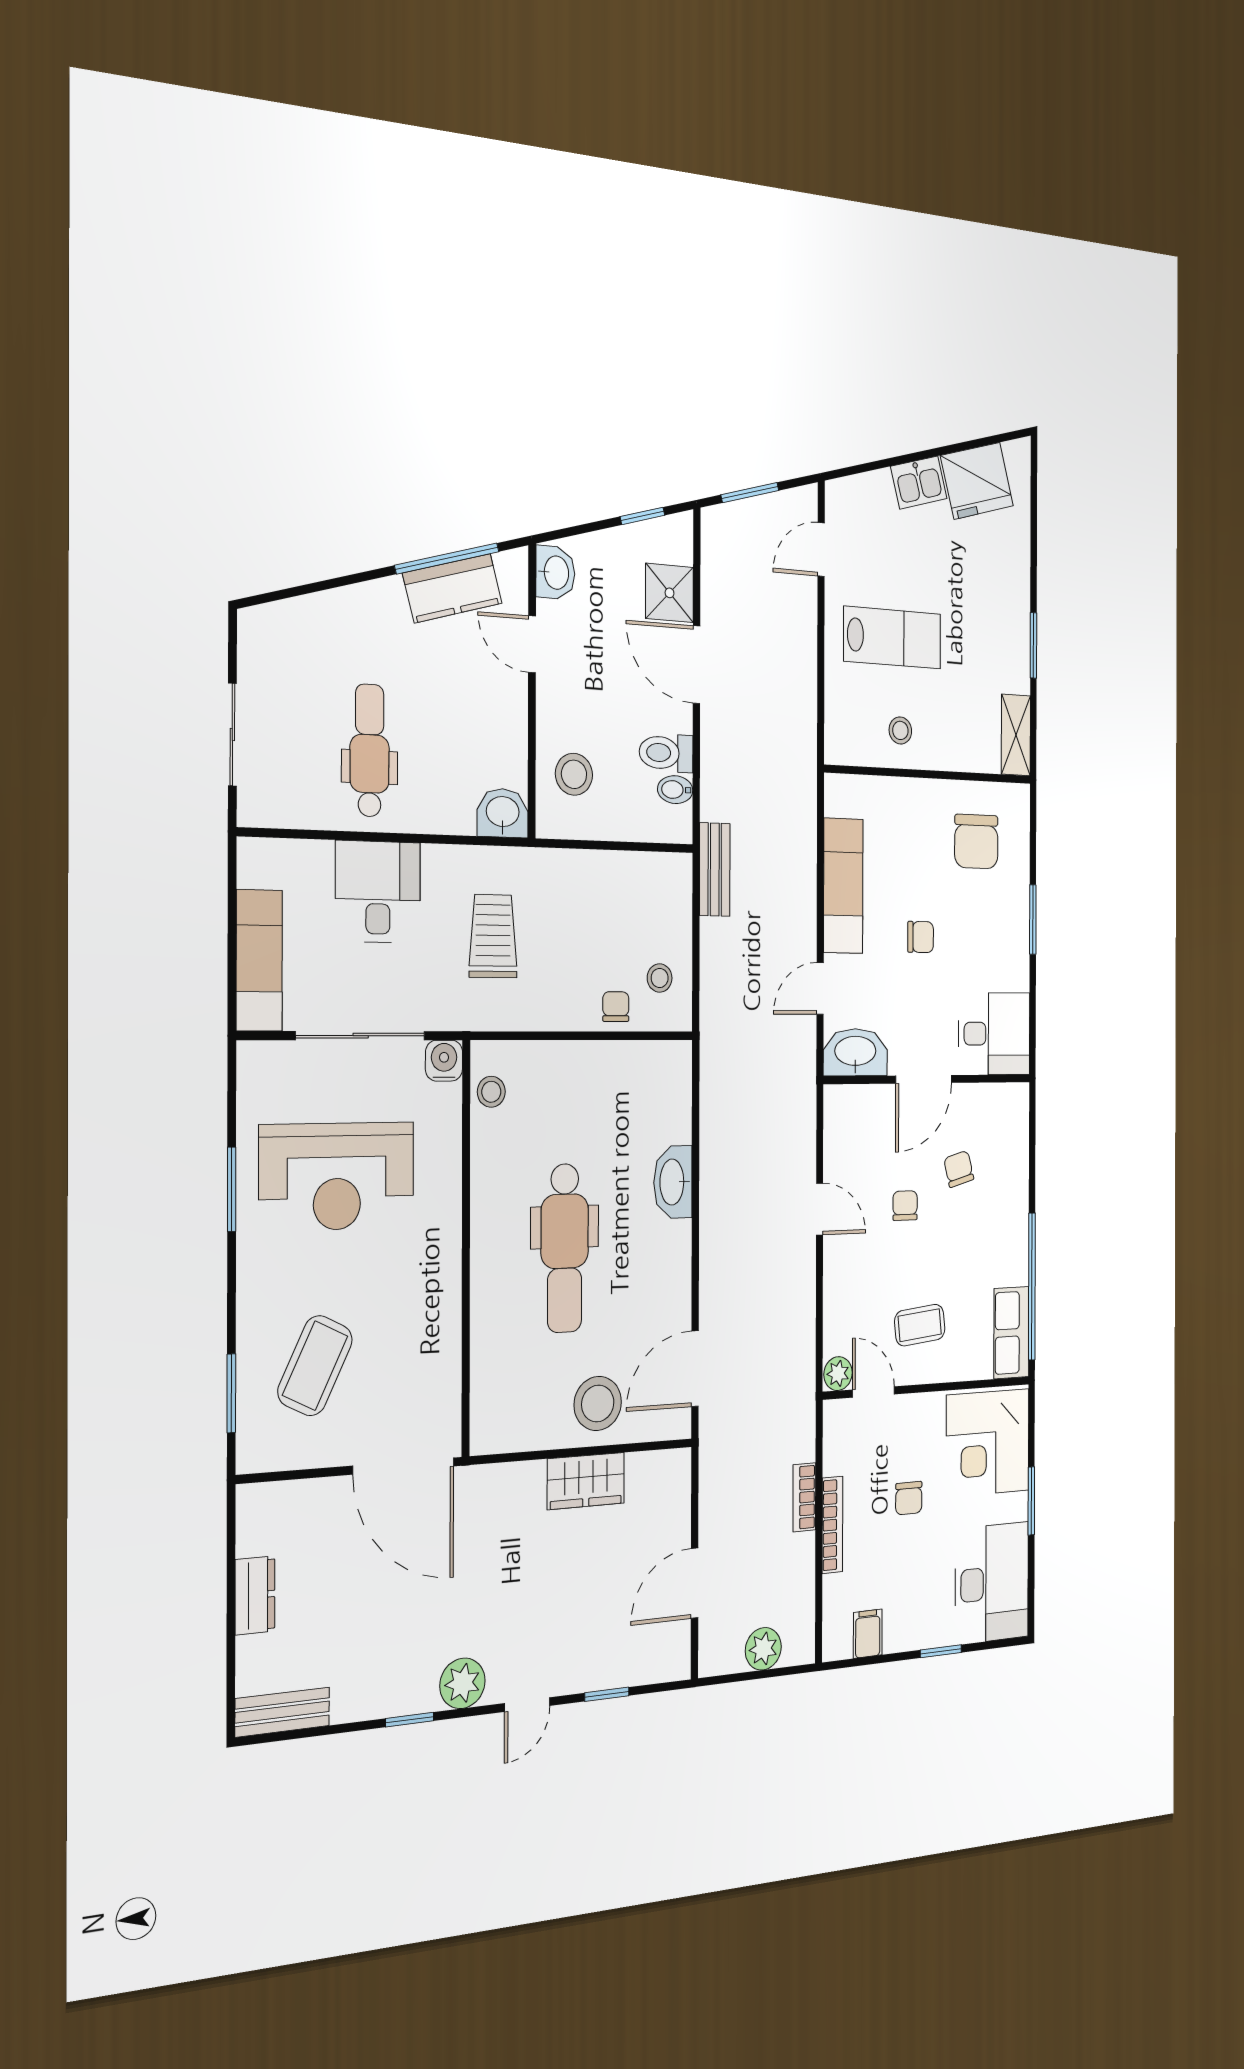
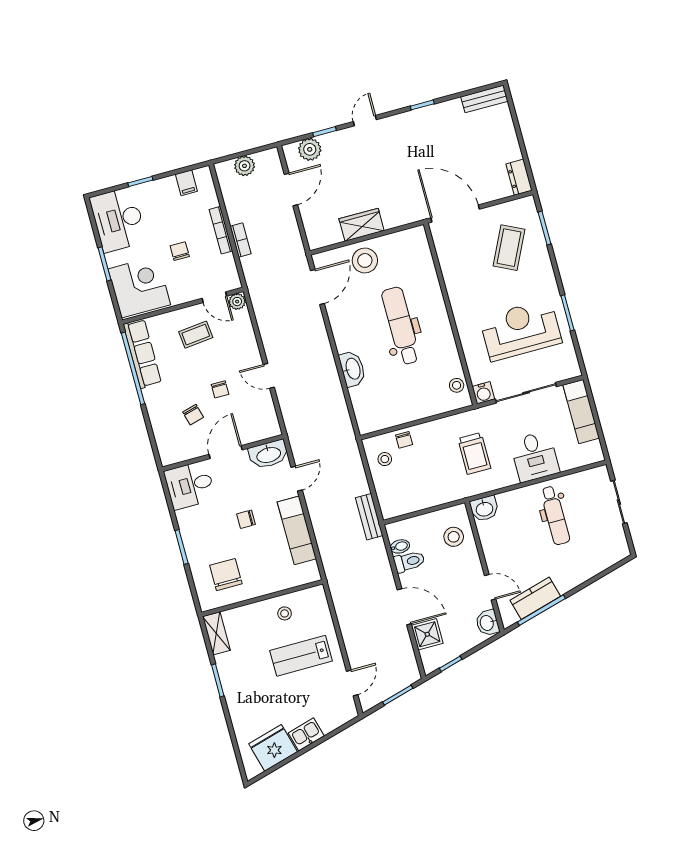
row of seats: (1011, 1333) -> (142, 354), width x1.48
dresser: (255, 1595) -> (519, 177), moved
plant: (462, 1683) -> (310, 149), moved

